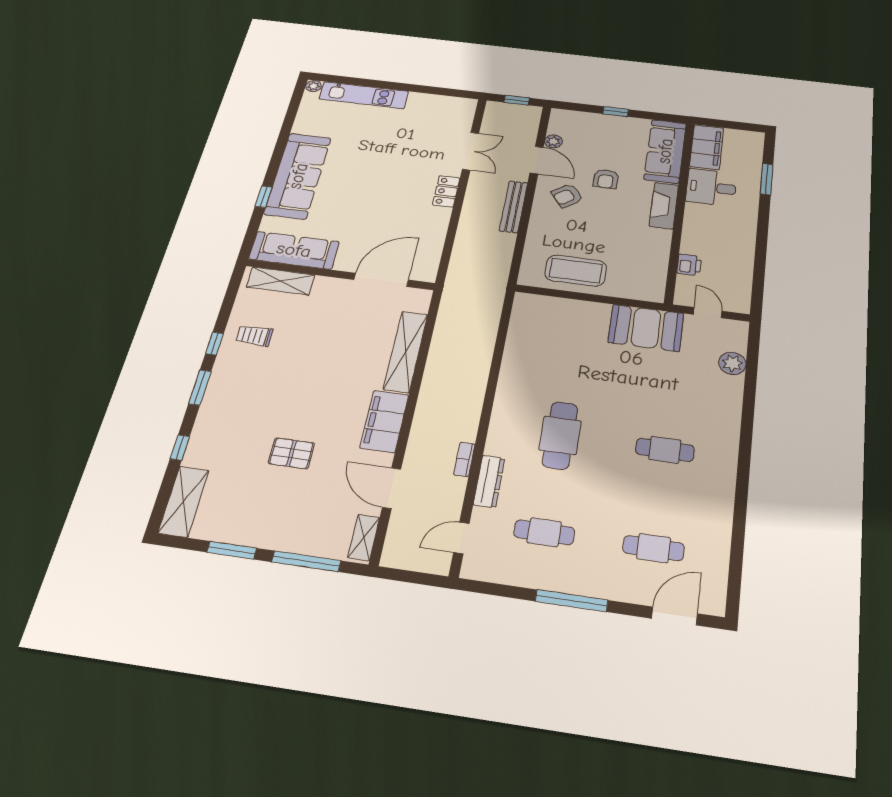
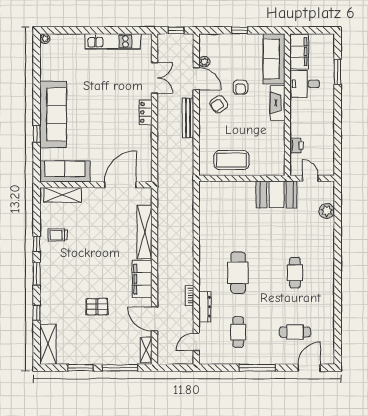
kitchen unit: (364, 95) -> (113, 41), moved
cafe table: (665, 450) -> (295, 273), turned 90
cafe table: (544, 532) -> (238, 332), turned 90

